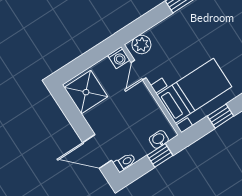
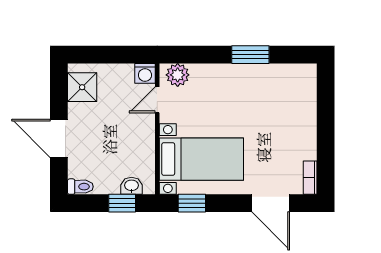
shower: (86, 92) -> (82, 87), width x0.73, depth x0.73
window: (221, 116) -> (192, 203), moved
door: (97, 152) -> (59, 138), moved

